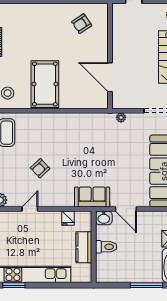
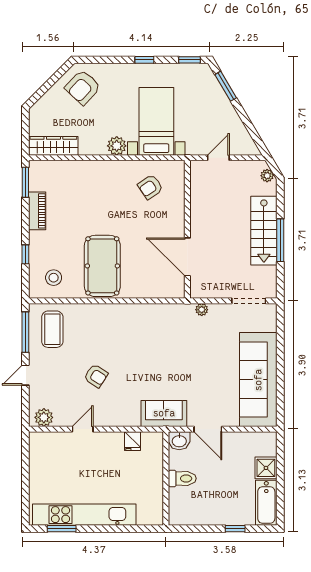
armchair: (40, 168) -> (96, 376), turned -104
kitchen counter: (84, 247) -> (153, 479), removed
window: (147, 285) -> (235, 529), width x0.46

